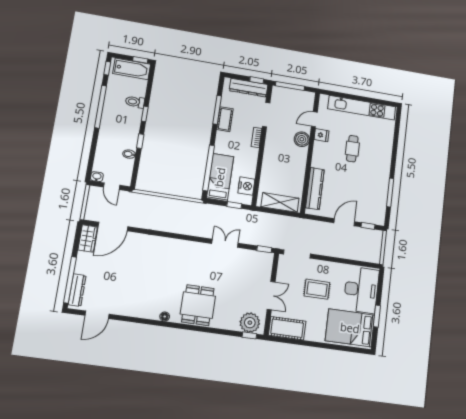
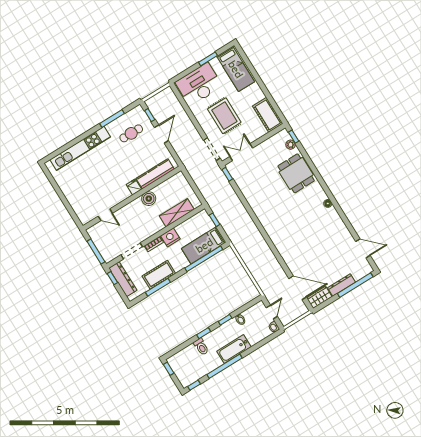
bathtub: (132, 69) -> (234, 349), moved, turned -90
kitchen unit: (362, 108) -> (80, 148), moved, turned 90
cot: (225, 119) -> (159, 275), width x1.37, depth x1.34
fridge: (322, 135) -> (134, 187), moved
boiler: (302, 139) -> (149, 199), moved
cafe table: (352, 149) -> (131, 133), moved
nightstand: (246, 186) -> (170, 237), moved
shelving: (280, 202) -> (177, 213), moved, turned 90
door: (344, 222) -> (161, 134), swing flipped
double door: (225, 243) -> (246, 204), removed
rug: (317, 289) -> (224, 116), width x1.36, depth x1.43
dresser: (77, 290) -> (341, 285), moved
double door: (271, 296) -> (241, 152), moved
dining table: (198, 305) -> (296, 173), moved, turned 90
plant: (250, 323) -> (291, 145), width x0.53, depth x0.53
bed: (350, 328) -> (236, 69), width x0.67

